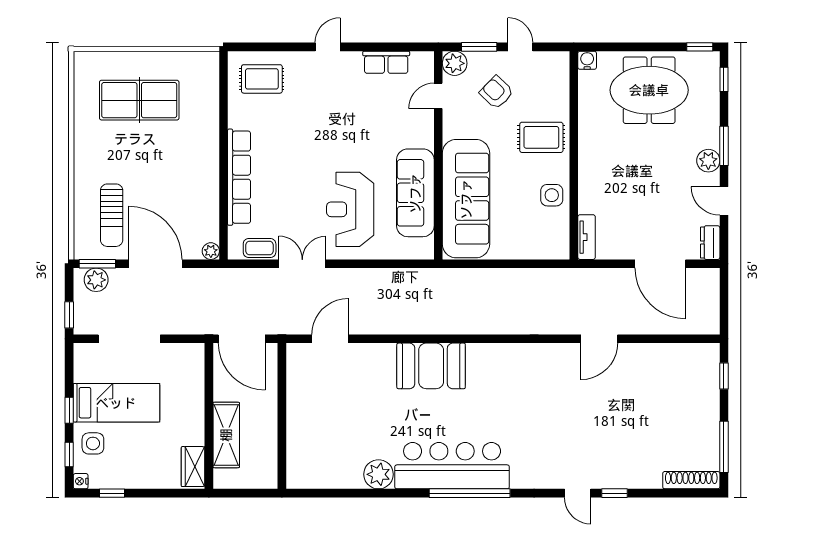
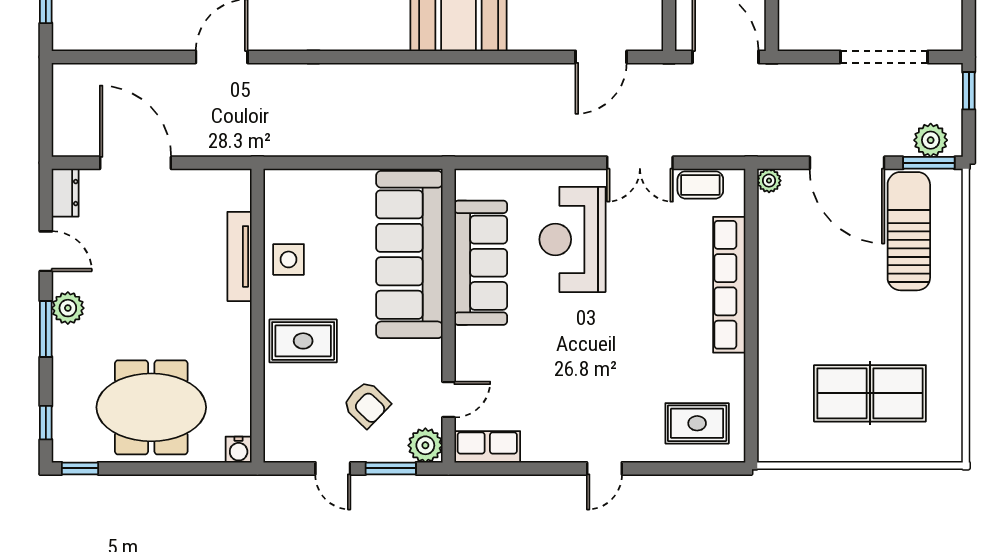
row of seats: (386, 62) -> (487, 447), moved
reception desk: (350, 209) -> (573, 239), turned 180
sun lounger: (112, 215) -> (909, 231), width x1.36, depth x1.34
tv unit: (587, 237) -> (239, 256), moved, width x1.41

